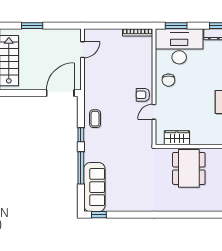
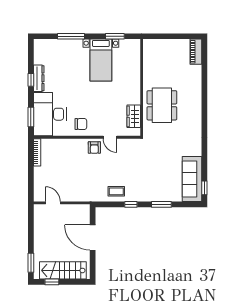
window: (32, 26) -> (31, 263), moved
door: (60, 93) -> (93, 238), moved
window: (81, 168) -> (161, 204), width x0.69
dining table: (189, 168) -> (162, 105), turned 90
sofa: (94, 187) -> (192, 179), moved, turned -90

